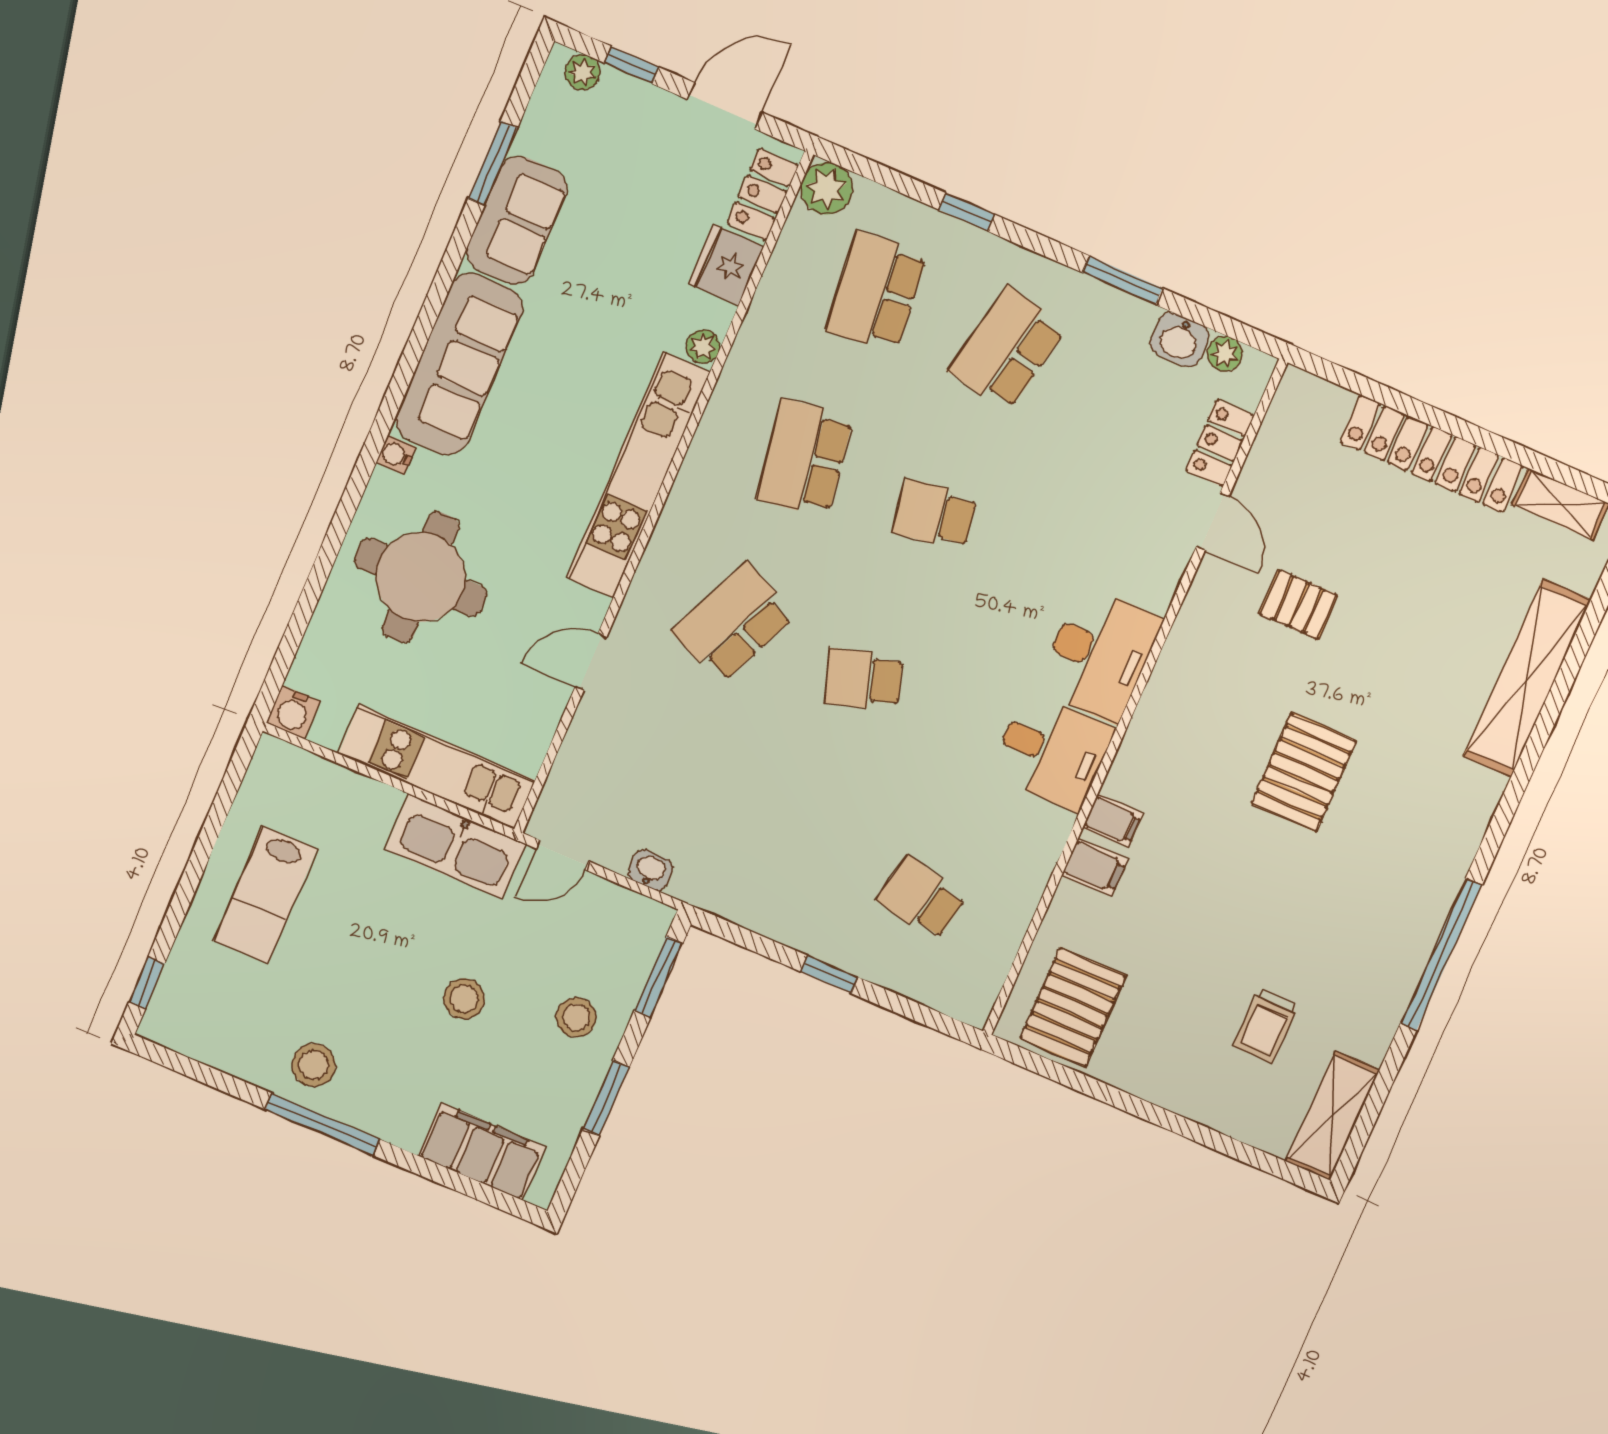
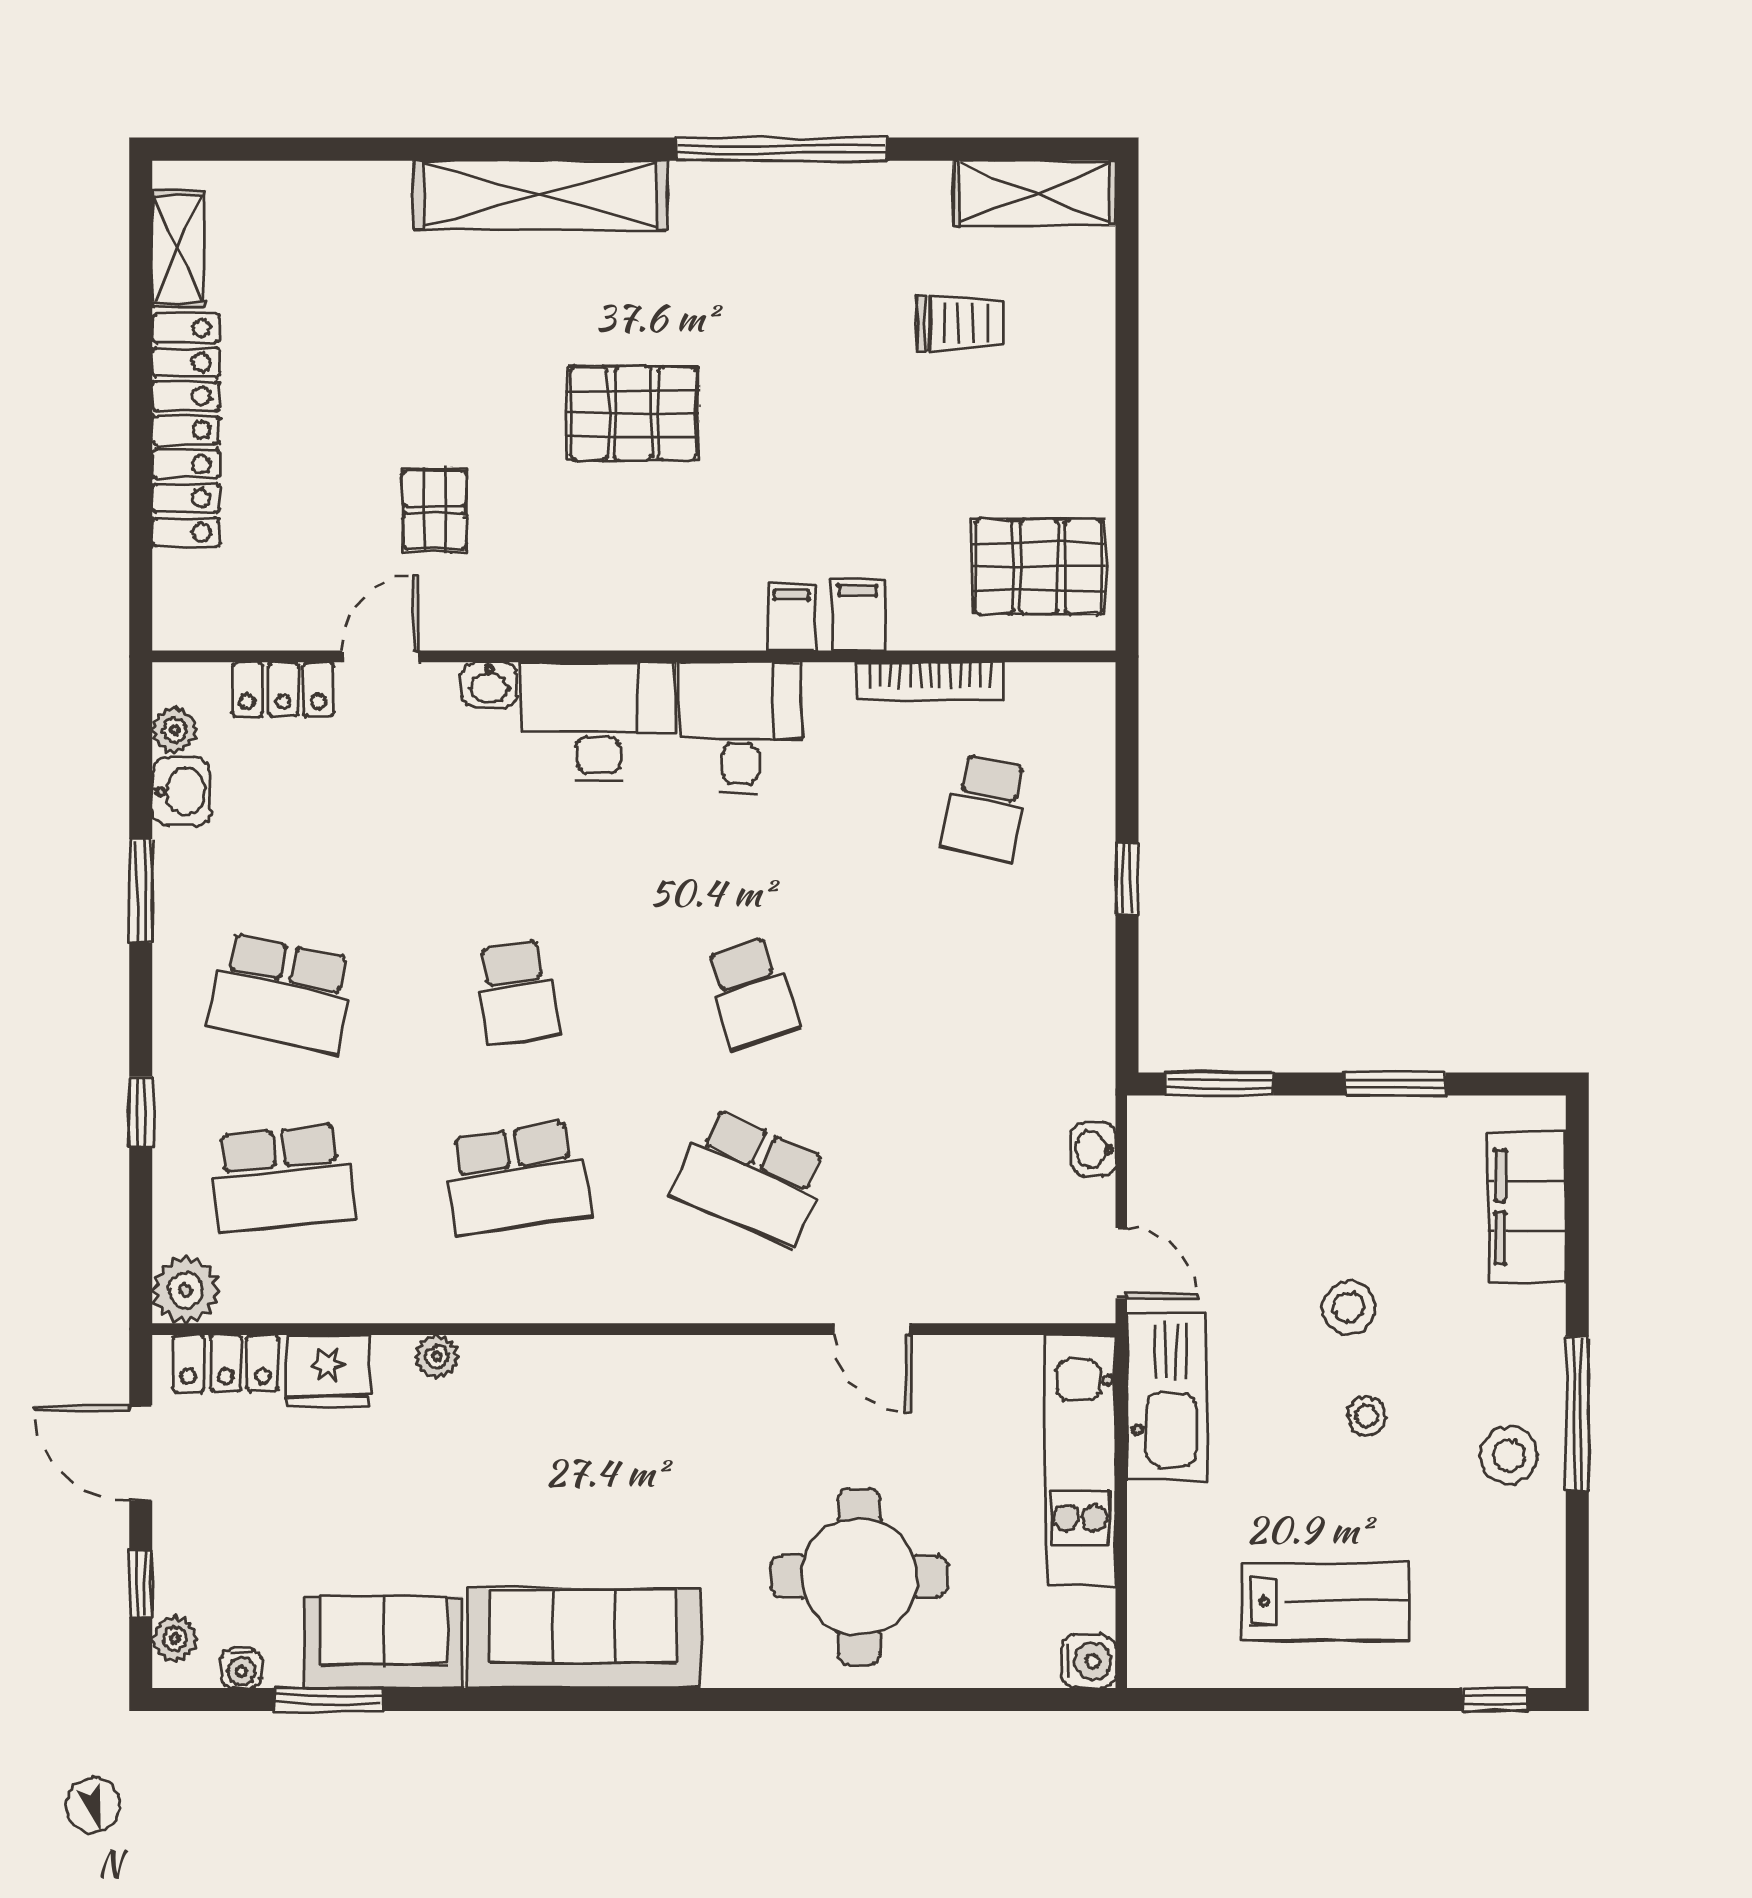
water cooler: (396, 455) -> (242, 1668), moved
kitchen unit: (638, 475) -> (623, 1368), removed
washbasin: (1159, 589) -> (489, 685), added
shelving: (1527, 678) -> (540, 195), moved
bookcase: (1027, 898) -> (930, 681), added
stool: (576, 1017) -> (1367, 1416), moved, width x0.73, depth x0.73

